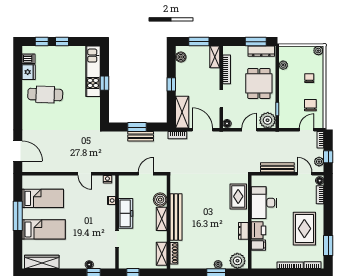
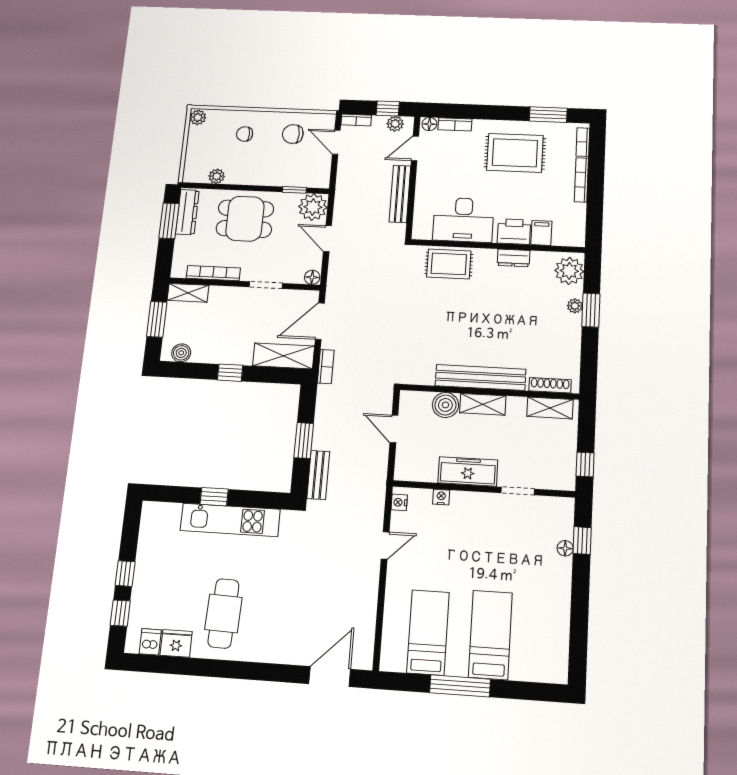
kitchen unit: (93, 71) -> (230, 520), moved
bench: (141, 136) -> (318, 475), moved
wardrobe: (42, 262) -> (556, 643), removed

